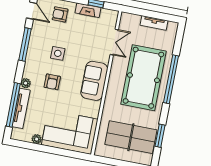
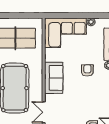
side table: (58, 53) -> (87, 94), removed

